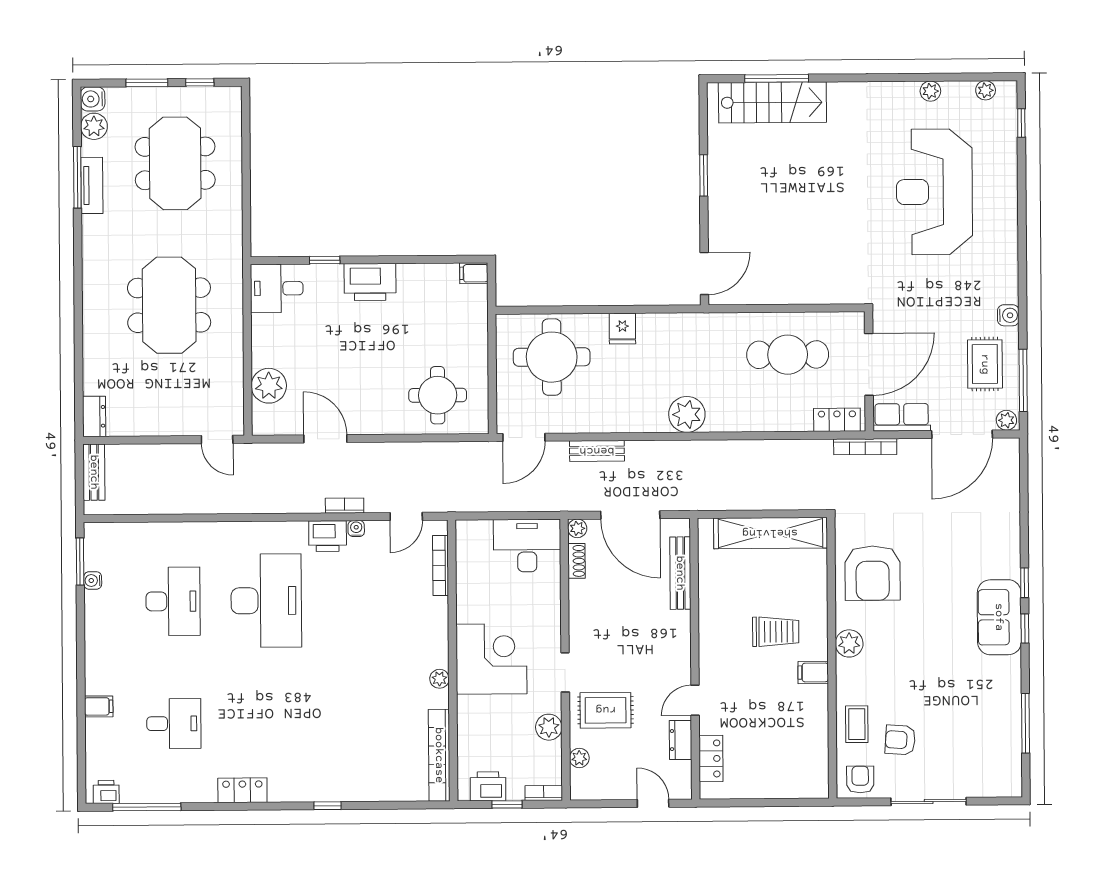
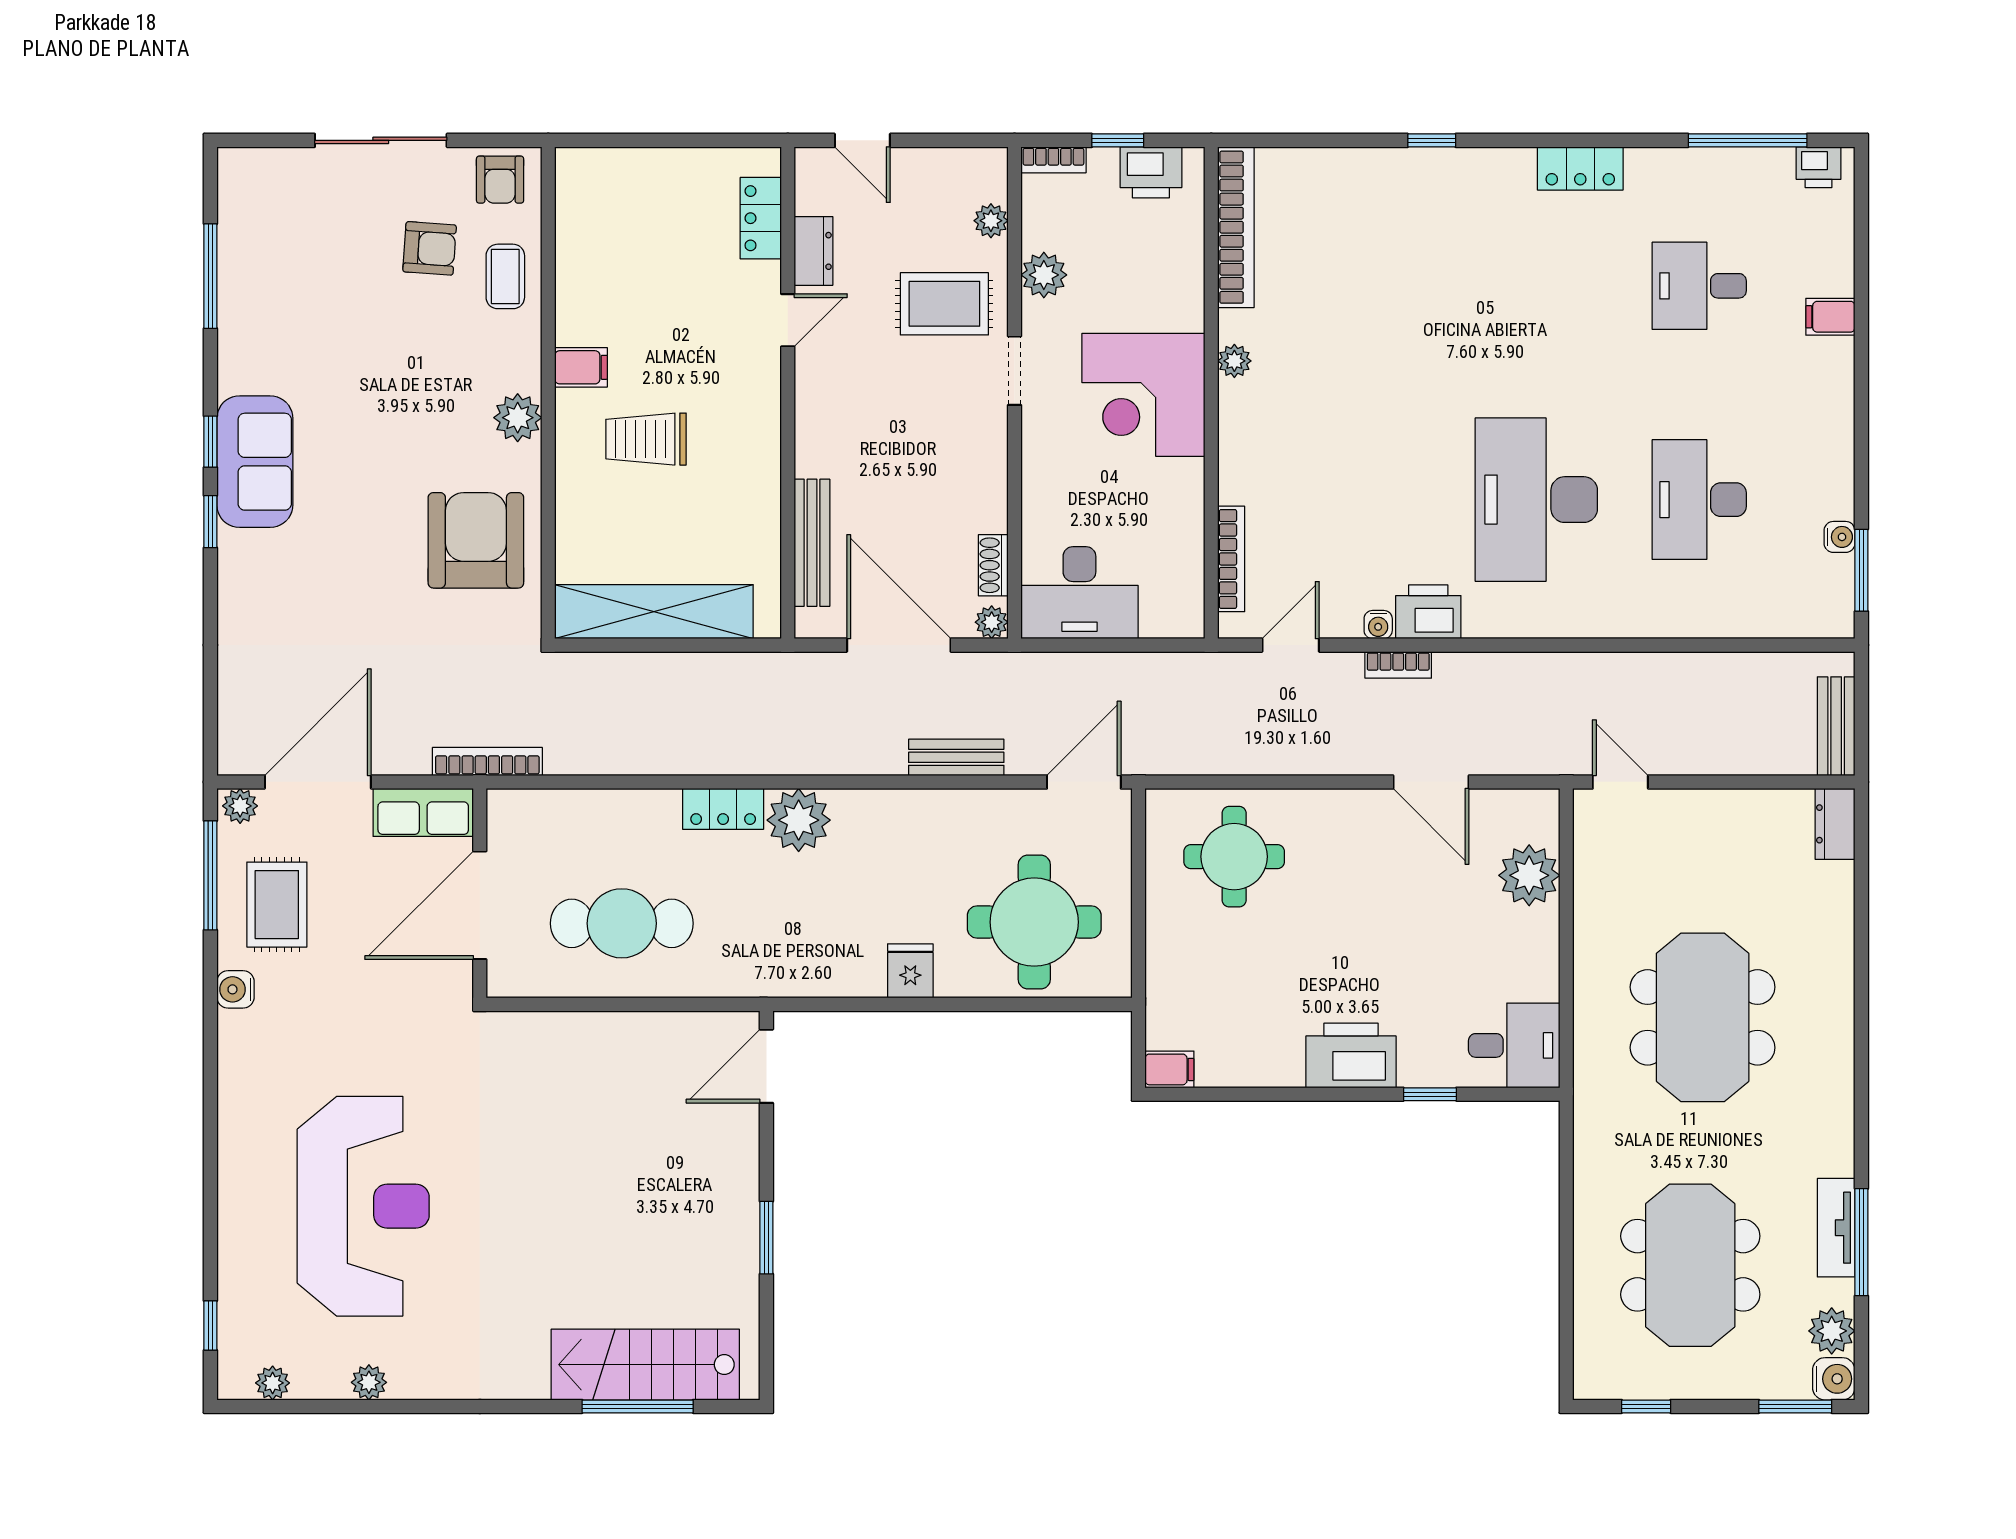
window: (147, 83) -> (1795, 1406), moved
locker: (837, 420) -> (723, 809), moved

